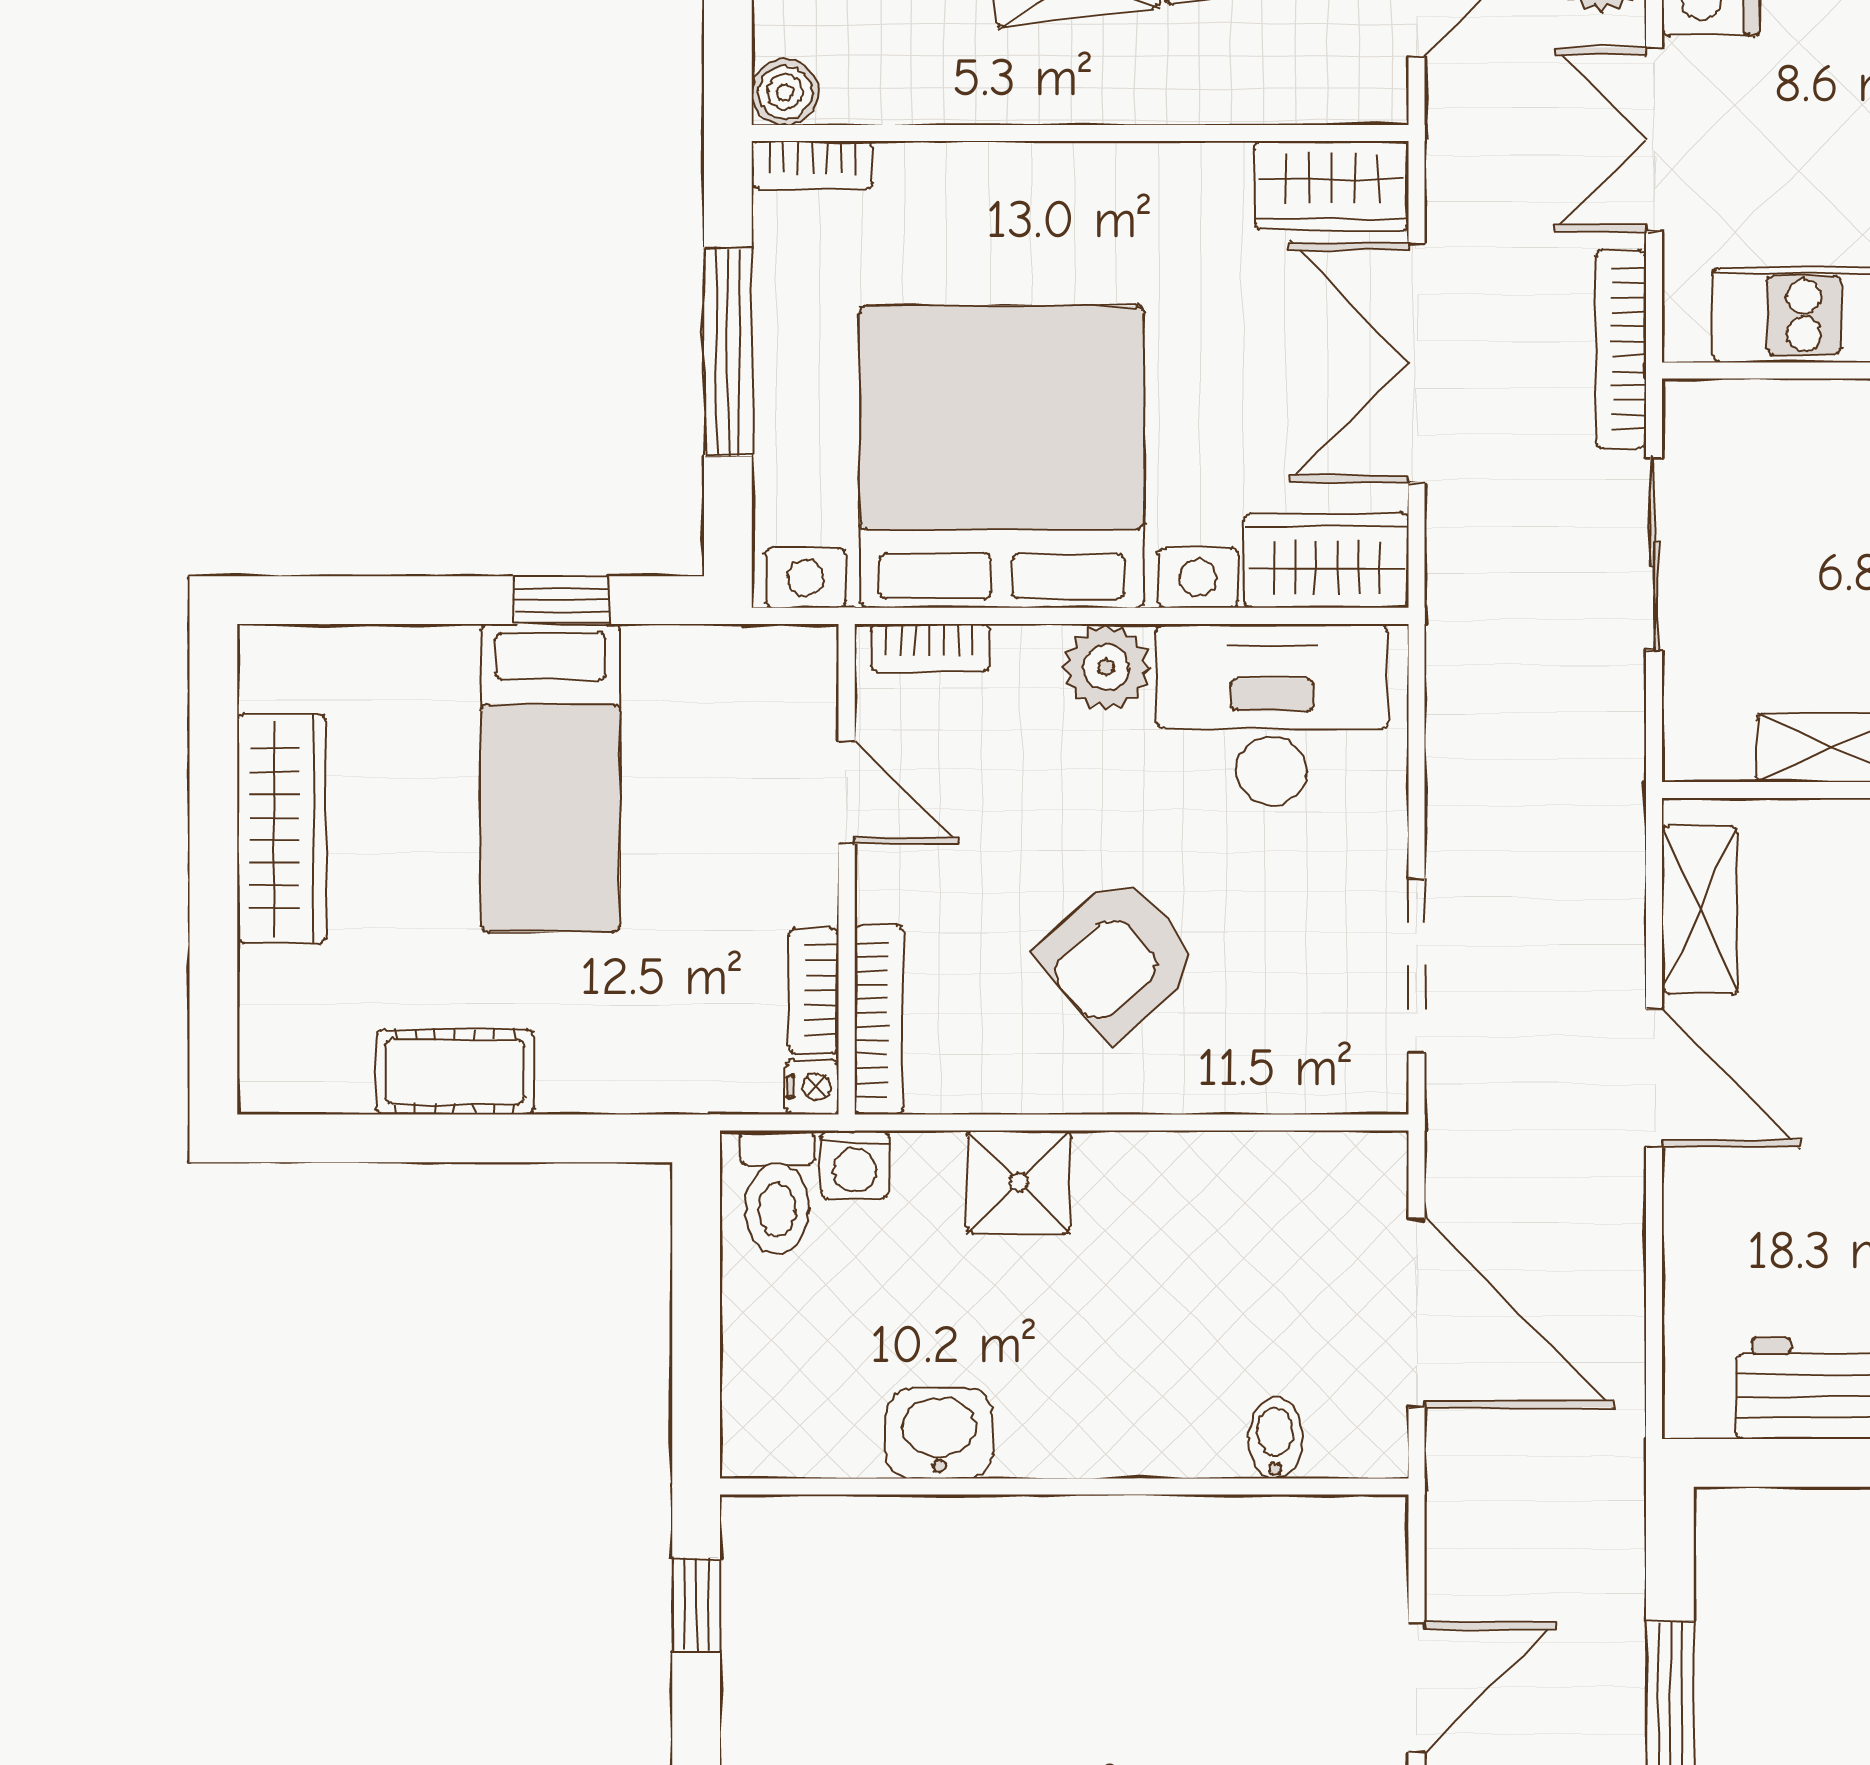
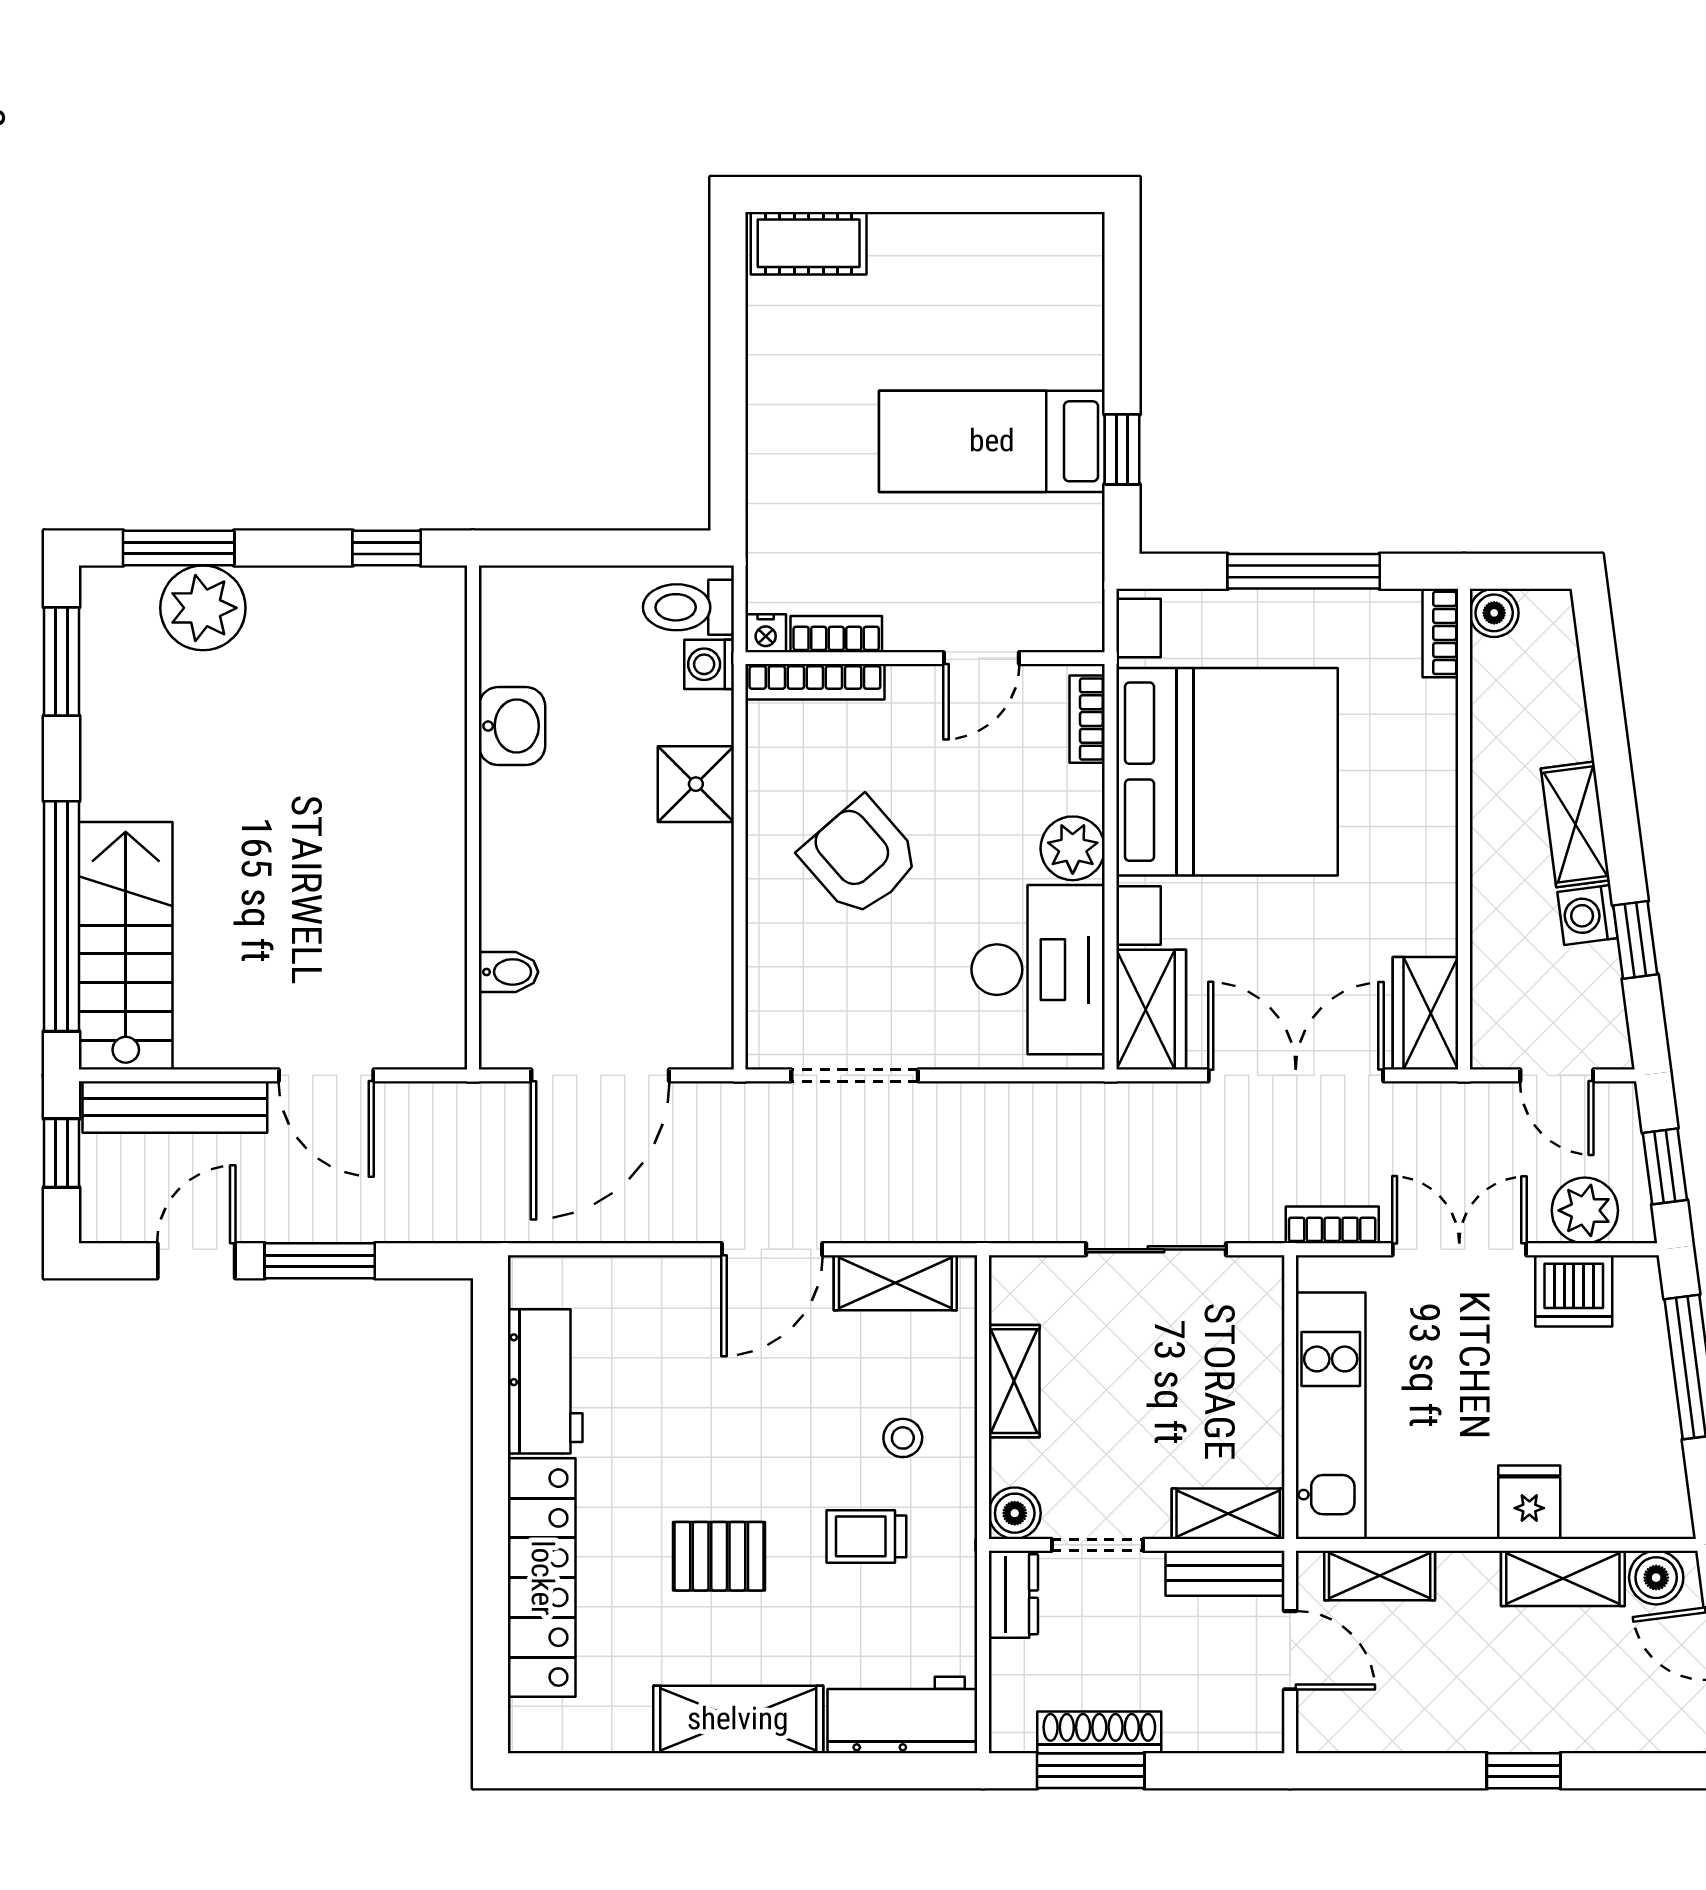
bookcase: (1621, 349) -> (1332, 1225), width x0.64
wardrobe: (281, 828) -> (955, 244), removed
cot: (455, 1072) -> (809, 243), moved, turned 90

